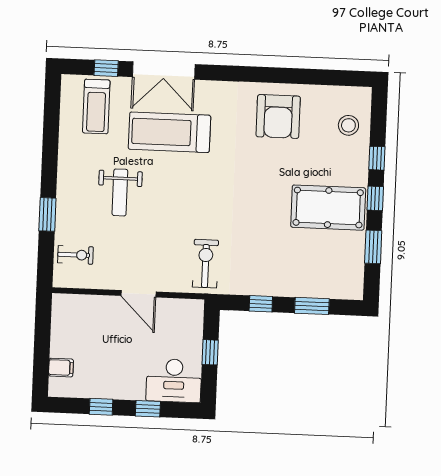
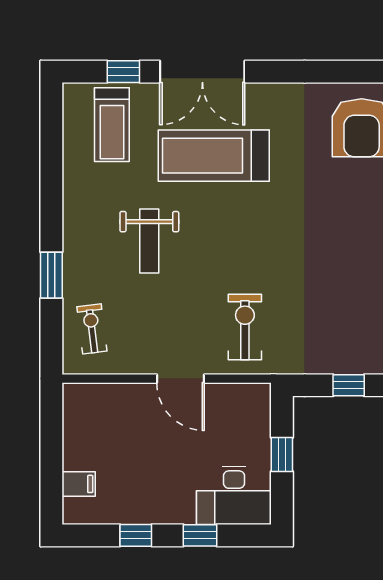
exercise bike: (75, 255) -> (92, 329), turned -97
exercise bike: (205, 264) -> (245, 327), moved

